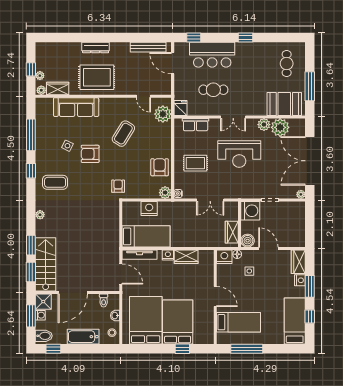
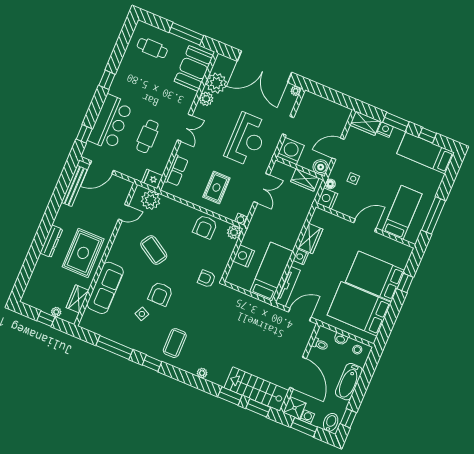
plant: (41, 90) -> (72, 317), removed
reception desk: (239, 154) -> (247, 139), moved
armchair: (160, 167) -> (205, 227), turned -90

